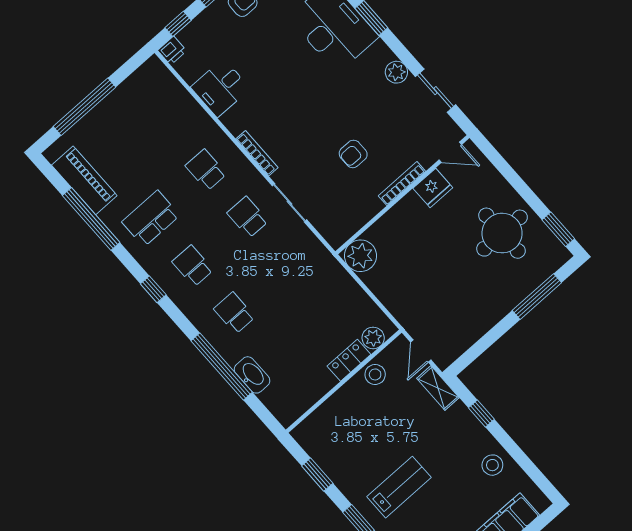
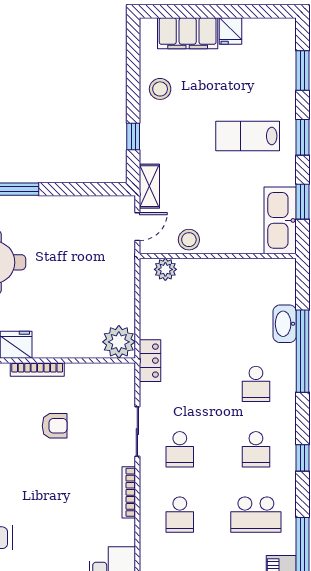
locker: (349, 360) -> (150, 361), moved, turned -90
kitchen sink: (321, 447) -> (280, 220), added

